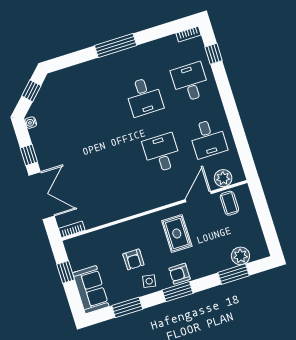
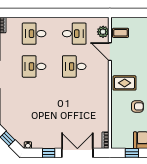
window: (214, 54) -> (20, 13), removed
desk: (144, 97) -> (34, 66), turned 180
rug: (177, 234) -> (125, 83), moved

